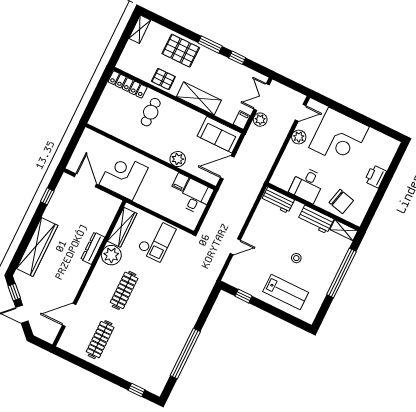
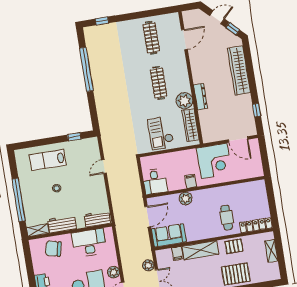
shelving: (140, 29) -> (271, 251), moved
filing cabinet: (242, 120) -> (177, 253), moved
filing cabinet: (180, 182) -> (191, 181), moved
desk: (307, 185) -> (89, 243), width x1.37

